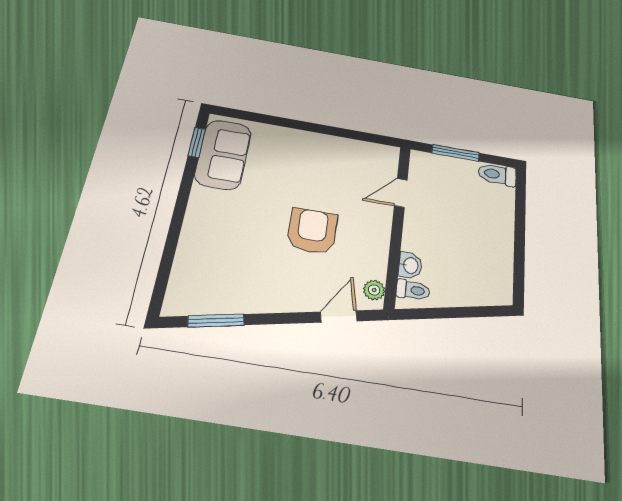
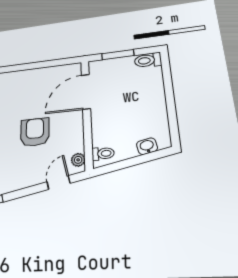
door: (401, 193) -> (86, 92), width x1.88
washbasin: (410, 265) -> (147, 146), moved, turned -102

